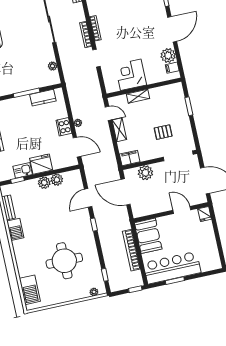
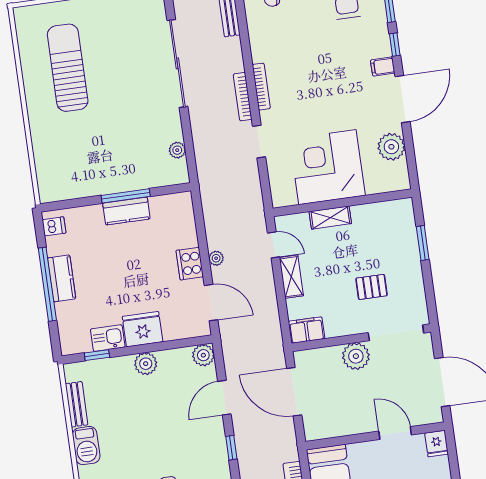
filing cabinet: (172, 68) -> (383, 67), moved
corner desk: (131, 75) -> (327, 167), width x1.36, depth x1.36
kitchen counter: (43, 98) -> (126, 211), moved
plant: (145, 173) -> (356, 356), moved
plant: (57, 180) -> (203, 355), moved

